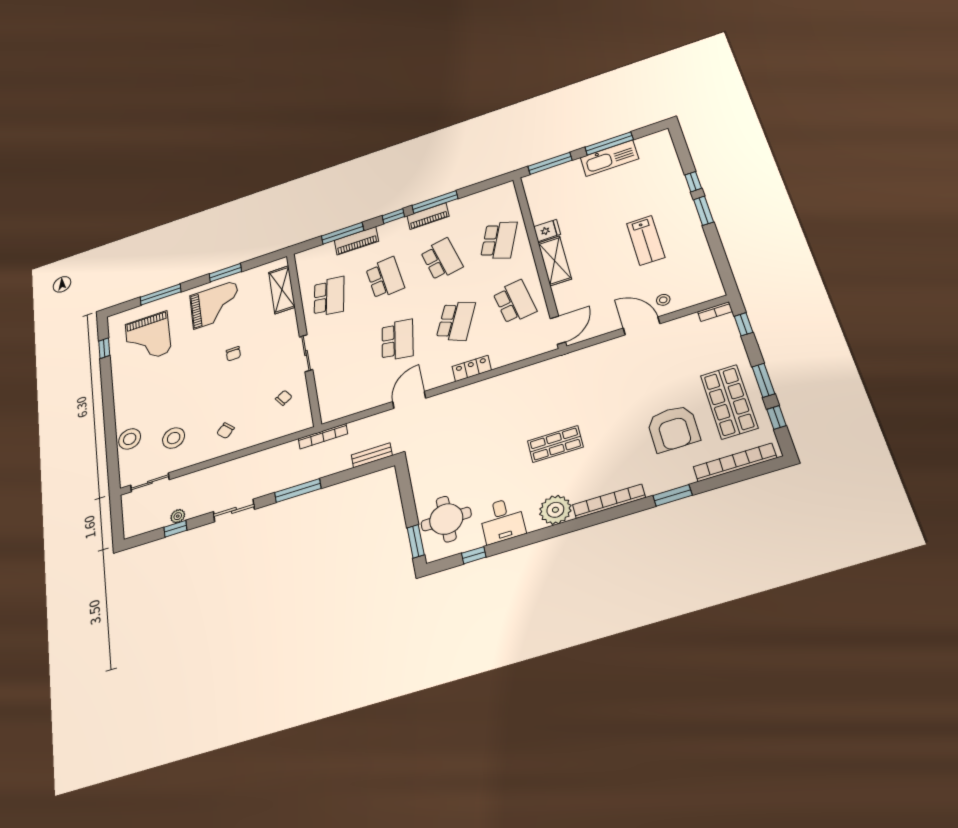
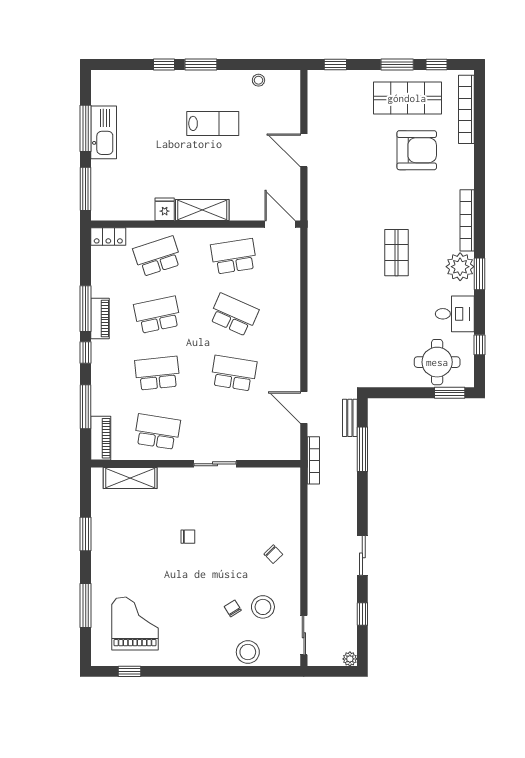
school desk: (499, 240) -> (157, 256), turned -39
piano: (356, 241) -> (101, 438), moved
stool: (663, 300) -> (258, 80), moved
grand piano: (215, 305) -> (121, 549), removed
bookcase: (715, 312) -> (313, 84), removed
door: (642, 326) -> (304, 150), hinge flipped
grand piano: (148, 338) -> (135, 624), turned -90
locker: (472, 368) -> (108, 237), moved, turned -90
chair: (284, 398) -> (233, 608), moved
door: (409, 400) -> (304, 407), moved
window: (298, 490) -> (362, 449), moved
window: (673, 495) -> (480, 274), moved
plant: (178, 516) -> (350, 659), moved

